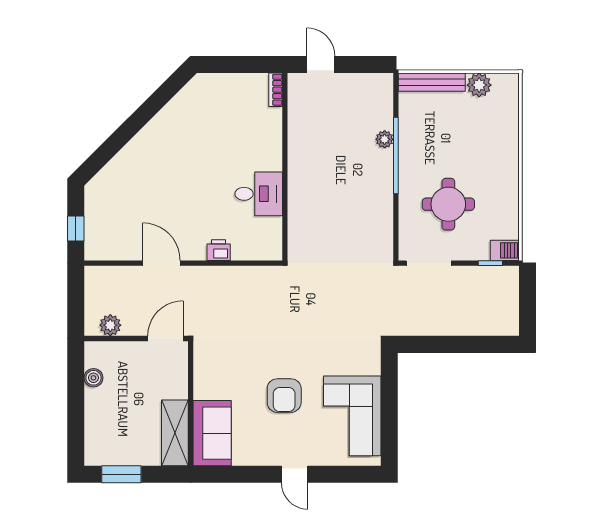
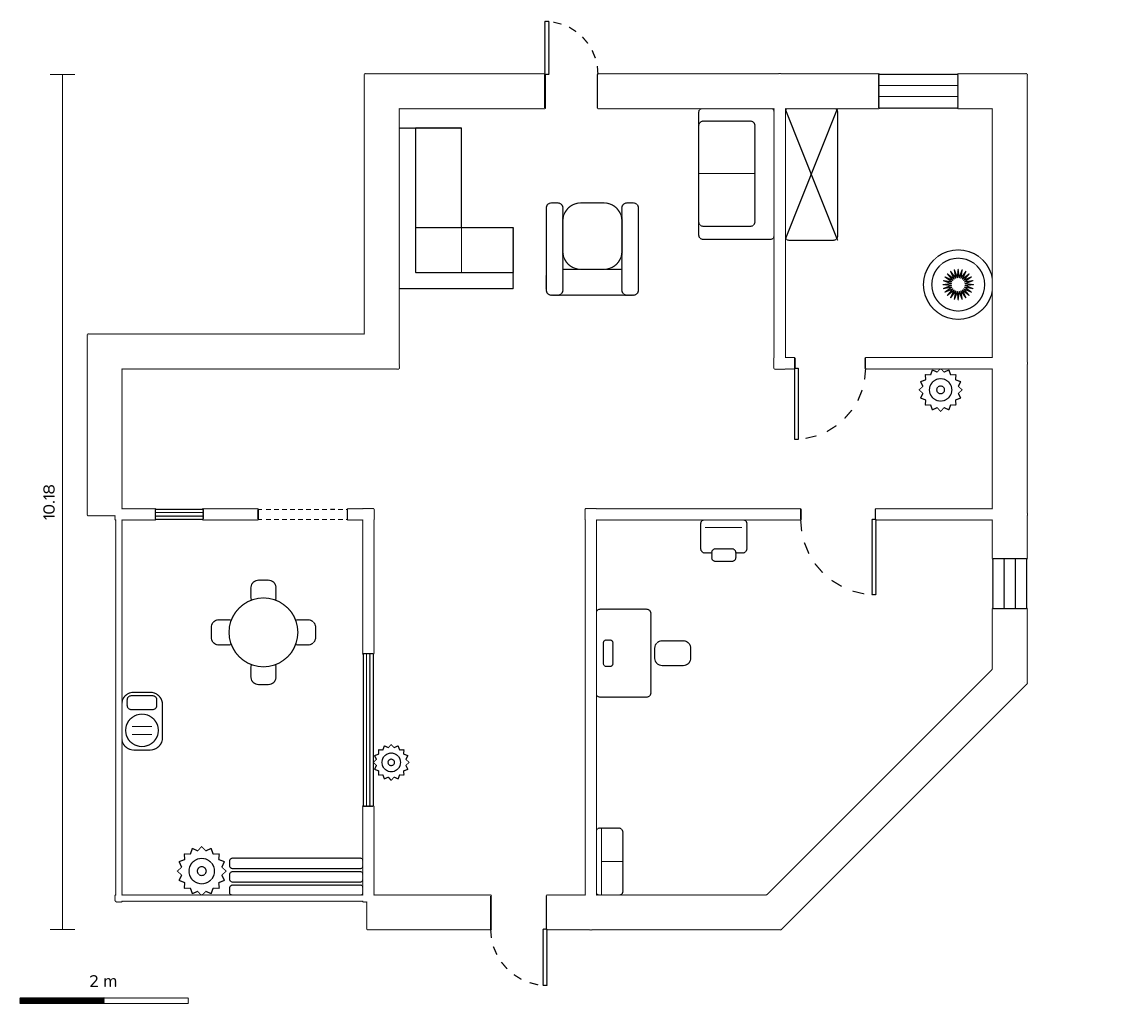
barbecue: (505, 250) -> (142, 721), moved, turned -90
boiler: (93, 378) -> (958, 285), width x1.86, depth x1.86
armchair: (284, 396) -> (592, 249), width x1.36, depth x1.36

